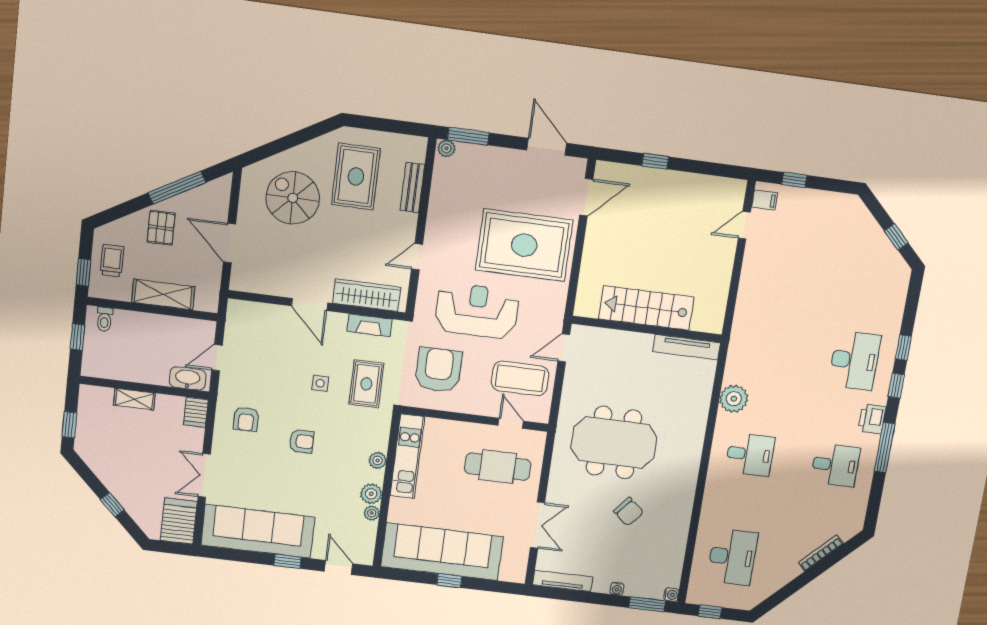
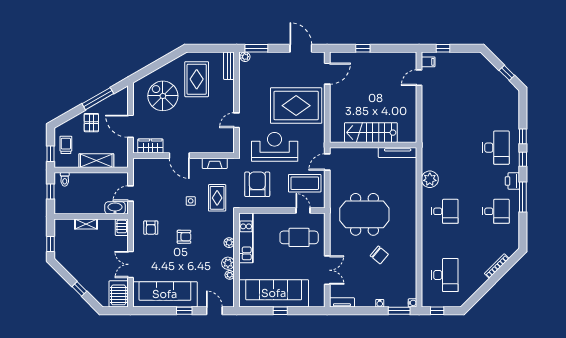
bench: (412, 187) -> (229, 66), moved
wardrobe: (367, 295) -> (150, 146), moved, width x0.67
tv unit: (563, 581) -> (342, 302), width x0.71

